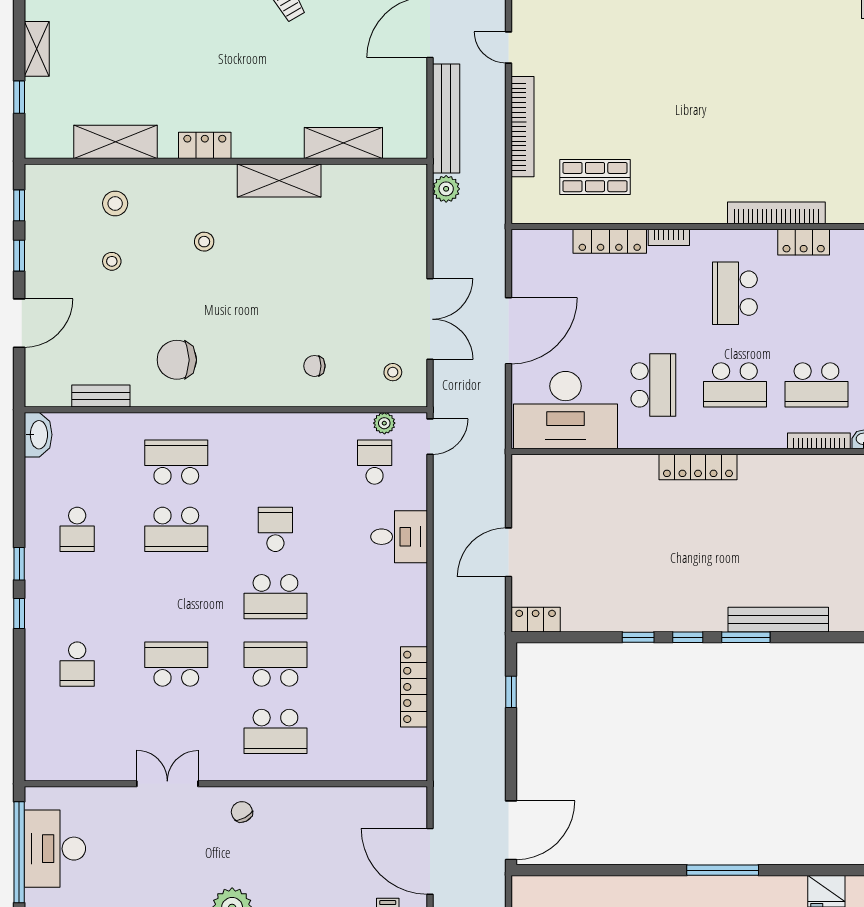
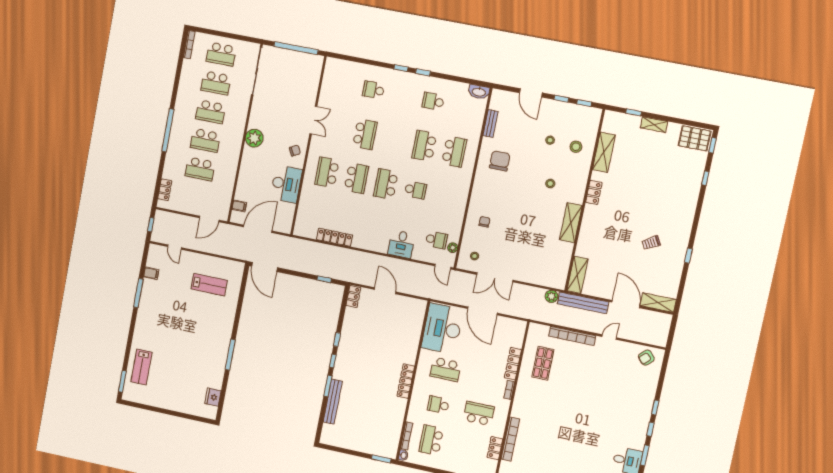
shelving: (343, 143) -> (577, 275), moved
school desk: (735, 385) -> (438, 405), width x0.54
desk: (55, 849) -> (286, 184), moved, turned 90

